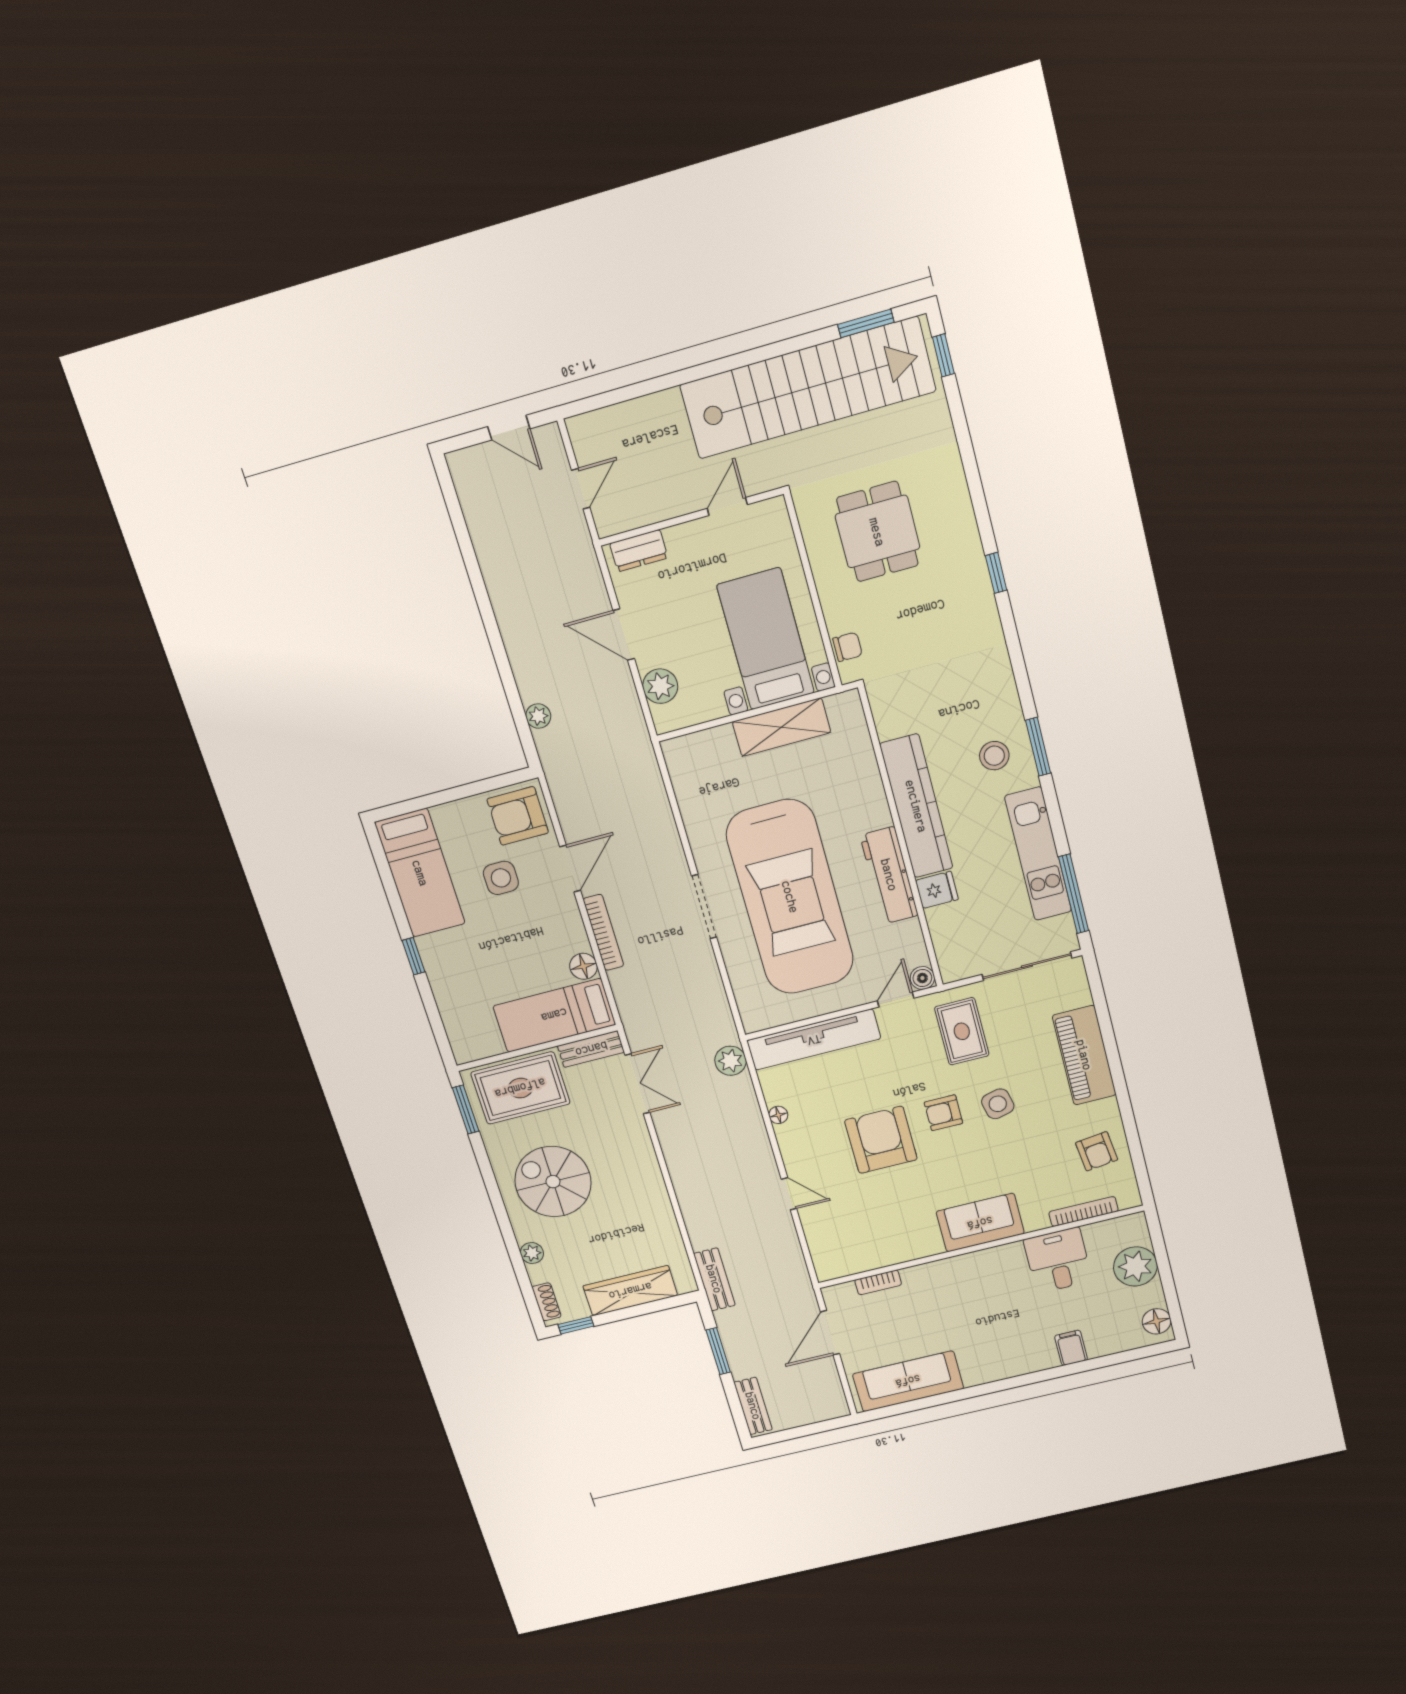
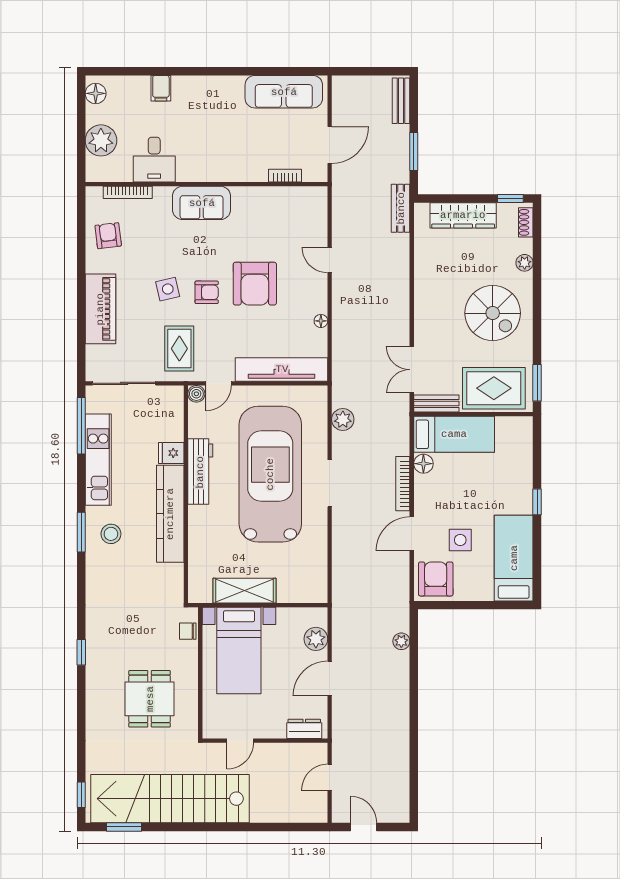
door: (624, 635) -> (330, 679), swing flipped
armchair: (518, 816) -> (436, 579), turned -90
plant: (730, 1061) -> (343, 419), moved

